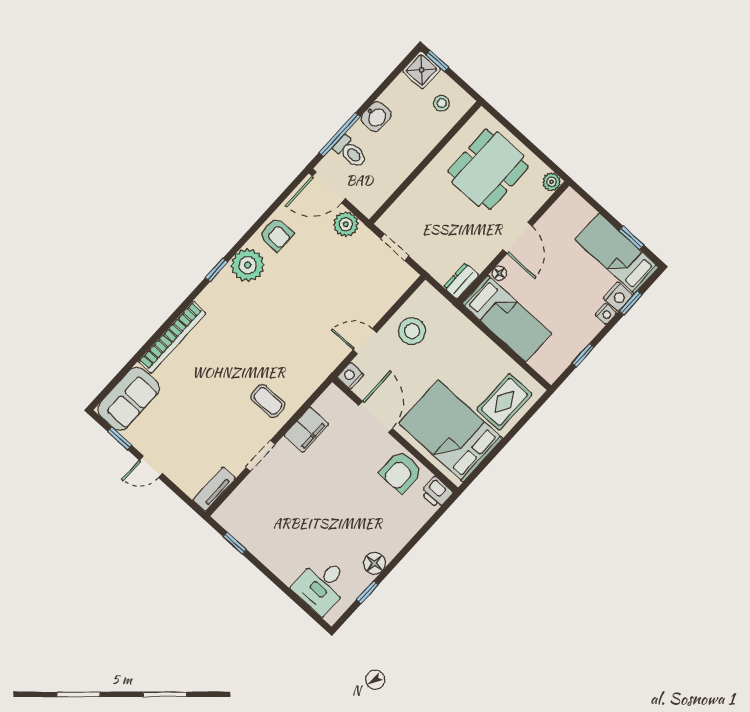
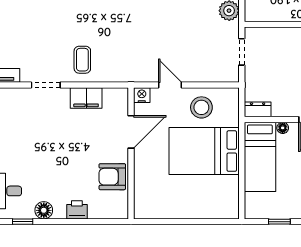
rug: (504, 402) -> (209, 200), removed
bed: (451, 431) -> (204, 151), moved, turned -90
printer: (437, 492) -> (77, 210), moved, turned 90

